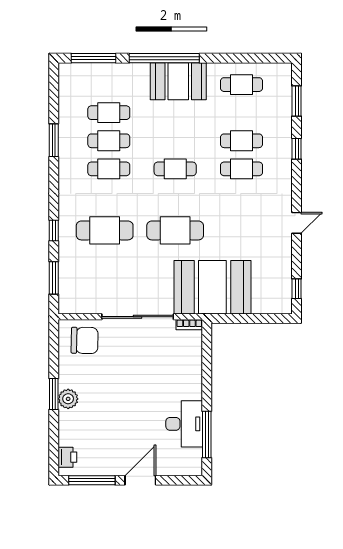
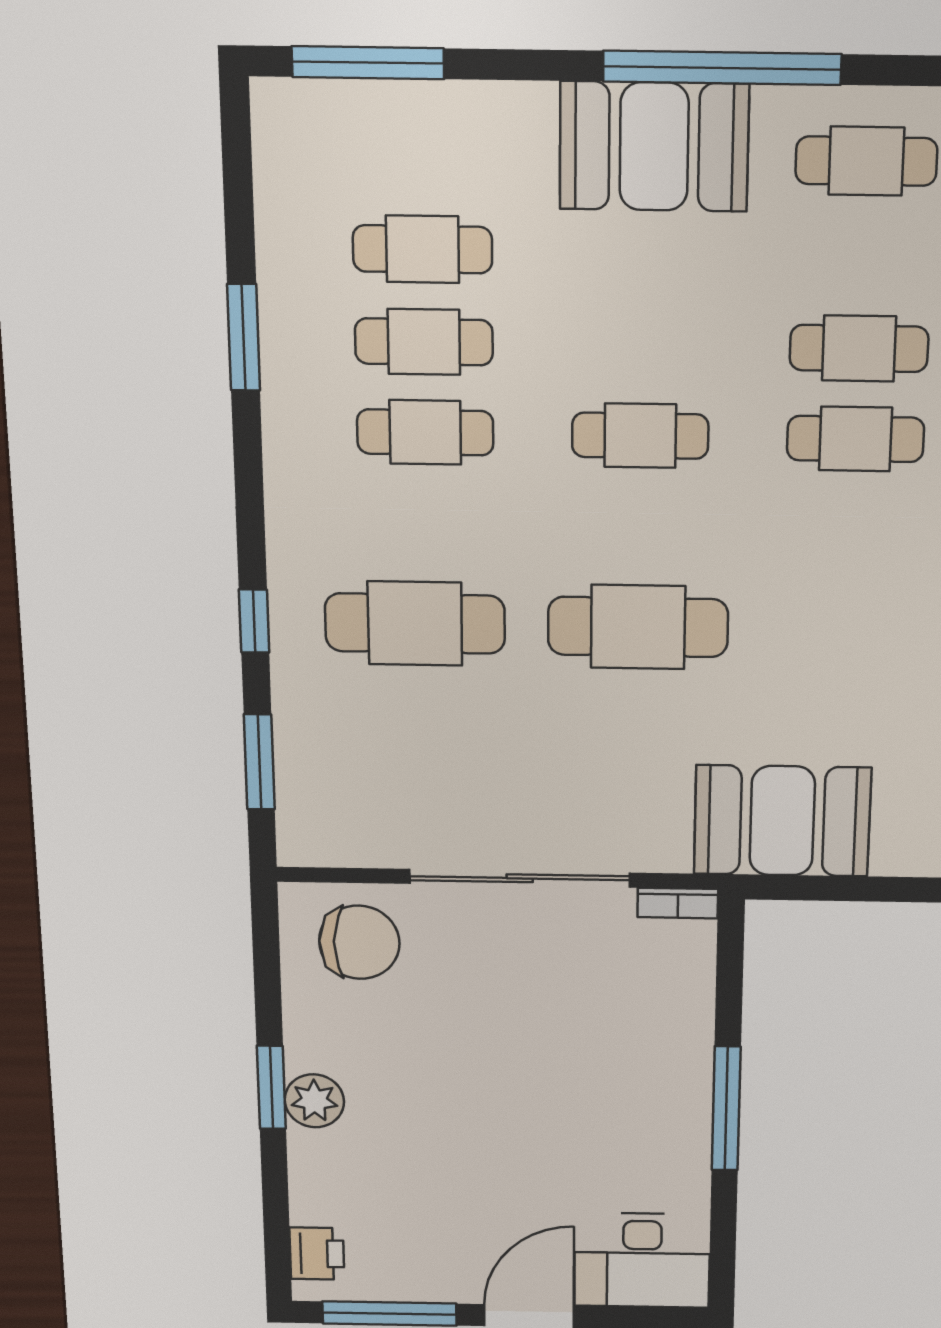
window: (164, 58) -> (722, 68), moved
booth: (212, 287) -> (782, 821), width x0.73, depth x0.70
desk: (184, 424) -> (642, 1260), moved, turned 90
window: (207, 435) -> (726, 1109), moved

